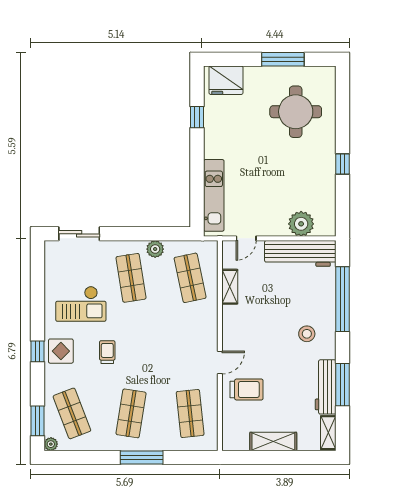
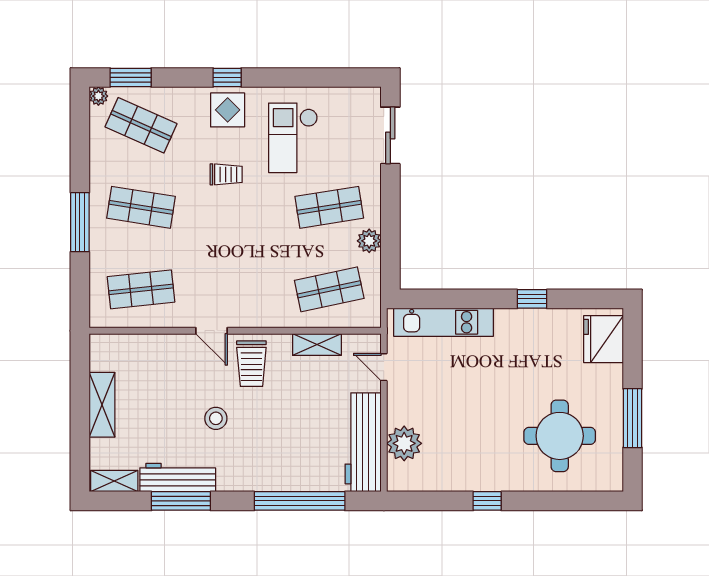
window: (197, 117) -> (532, 299), moved
stool: (307, 334) -> (216, 418), moved
trolley: (247, 389) -> (251, 364), moved
shop shelf: (72, 413) -> (141, 125), turned 45

